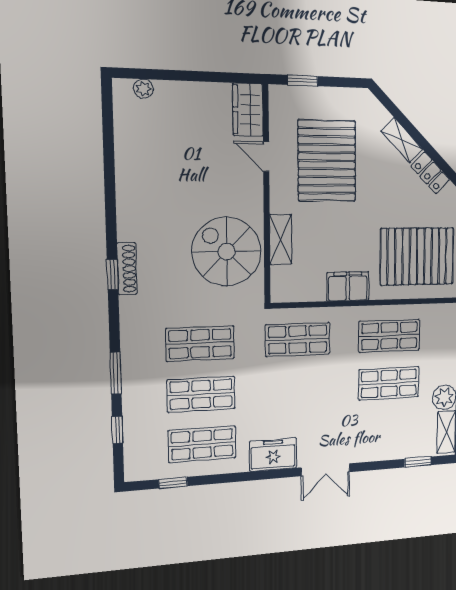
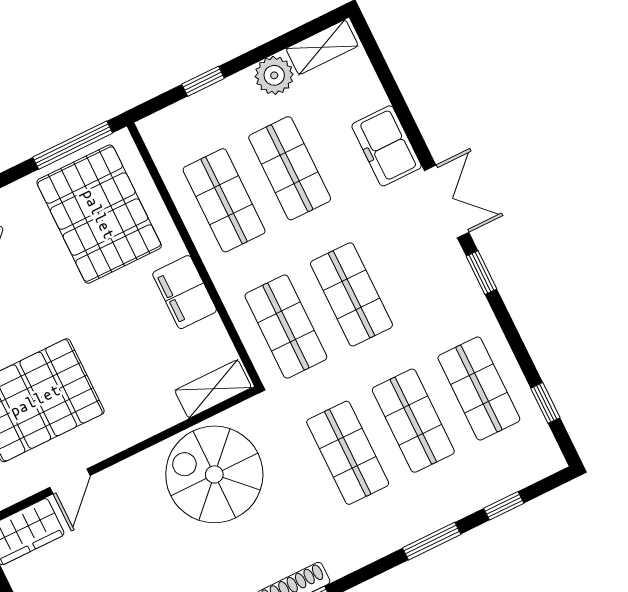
shelving: (281, 239) -> (213, 389), moved
spiral stairs: (227, 252) -> (214, 474), turned 90
shop shelf: (298, 389) -> (351, 294), added
freezer: (273, 455) -> (387, 146), moved
window: (418, 462) -> (481, 273), moved

